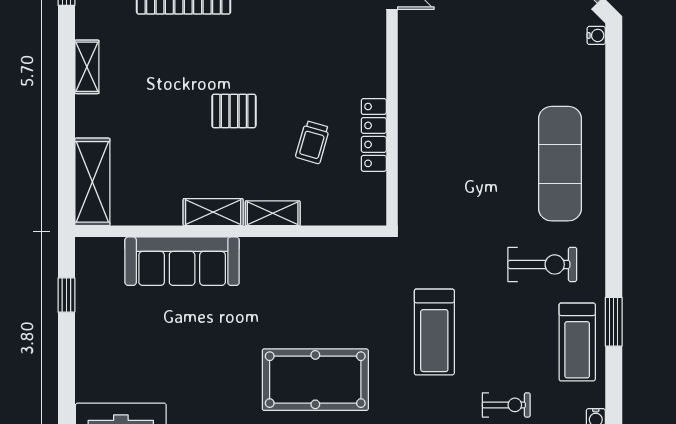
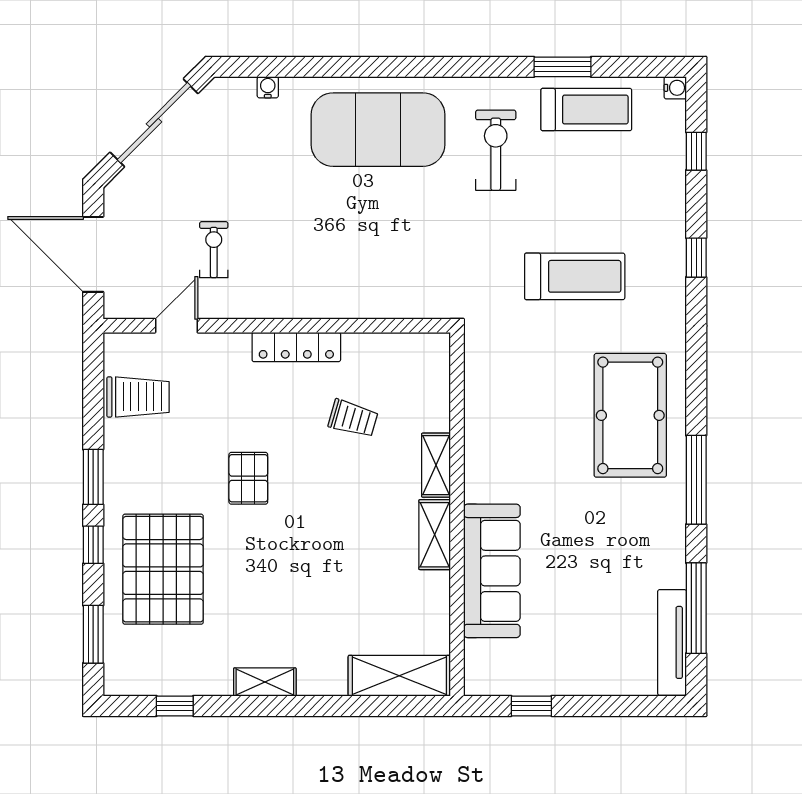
water cooler: (596, 35) -> (268, 87), moved
pallet: (234, 111) -> (248, 478), moved
locker: (374, 135) -> (296, 347), moved
exercise mat: (560, 164) -> (378, 130), width x1.47
exercise bike: (506, 405) -> (214, 250), moved

